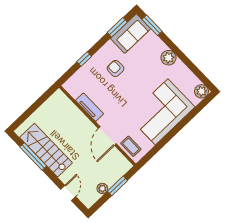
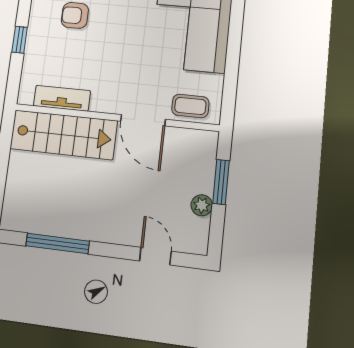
tv unit: (90, 107) -> (62, 98), moved
stairs: (46, 150) -> (63, 135), moved, turned 180

